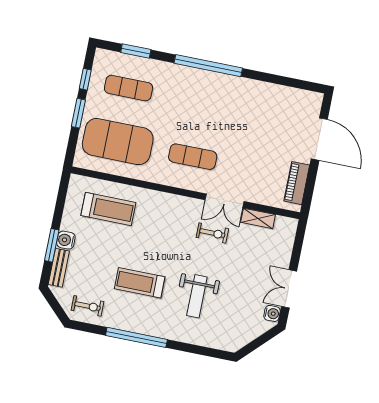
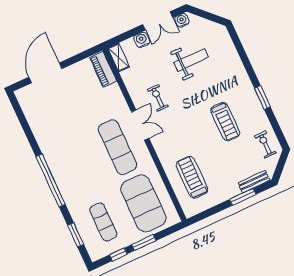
exercise mat: (193, 157) -> (117, 147), width x1.36, depth x1.45
piano: (297, 183) -> (103, 69), moved, turned 90
double door: (225, 201) -> (140, 125), moved
shelving: (258, 218) -> (118, 57), moved
water cooler: (66, 240) -> (142, 40), moved, turned 180
weight bench: (197, 296) -> (191, 60), moved
window: (136, 337) -> (262, 97), width x0.47

